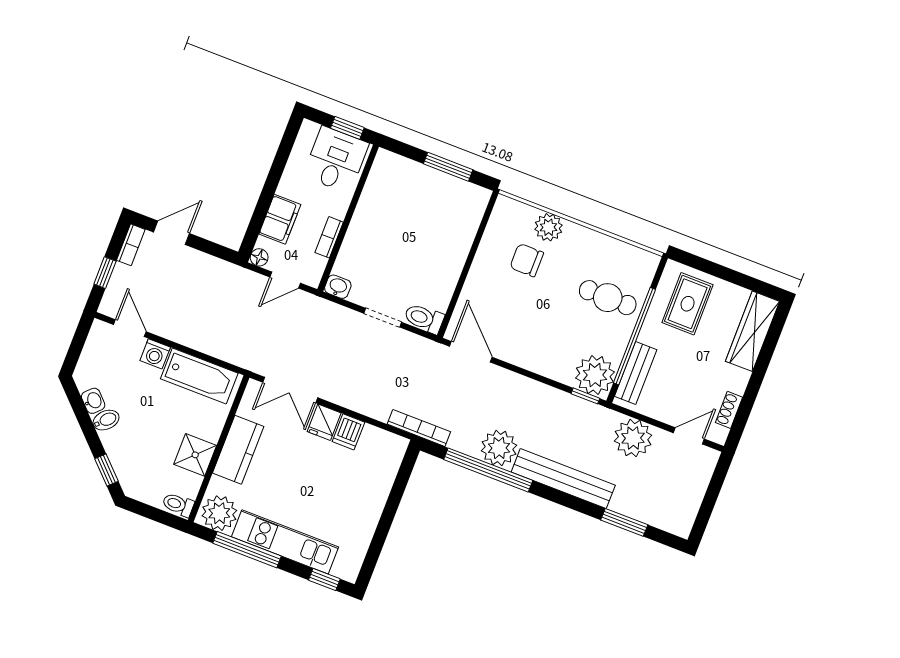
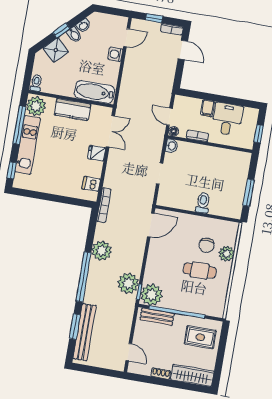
desk: (336, 160) -> (227, 119), moved, turned -90
filing cabinet: (280, 219) -> (208, 108), width x0.50
floor lamp: (259, 257) -> (174, 131), moved
chair: (527, 260) -> (206, 245), turned 180
cafe table: (608, 298) -> (200, 270), moved, turned 90
toilet: (424, 318) -> (203, 203), moved
bathtub: (199, 376) -> (94, 92), moved, turned 90
double door: (290, 390) -> (110, 131), swing flipped
shoe rack: (729, 410) -> (161, 374), moved
dishwasher: (348, 432) -> (91, 184), moved
plant: (633, 438) -> (128, 283), moved
shower: (195, 455) -> (56, 50), moved, turned 45
window: (107, 470) -> (61, 30), moved
window: (488, 470) -> (83, 277), moved
bench: (563, 479) -> (85, 332), moved

